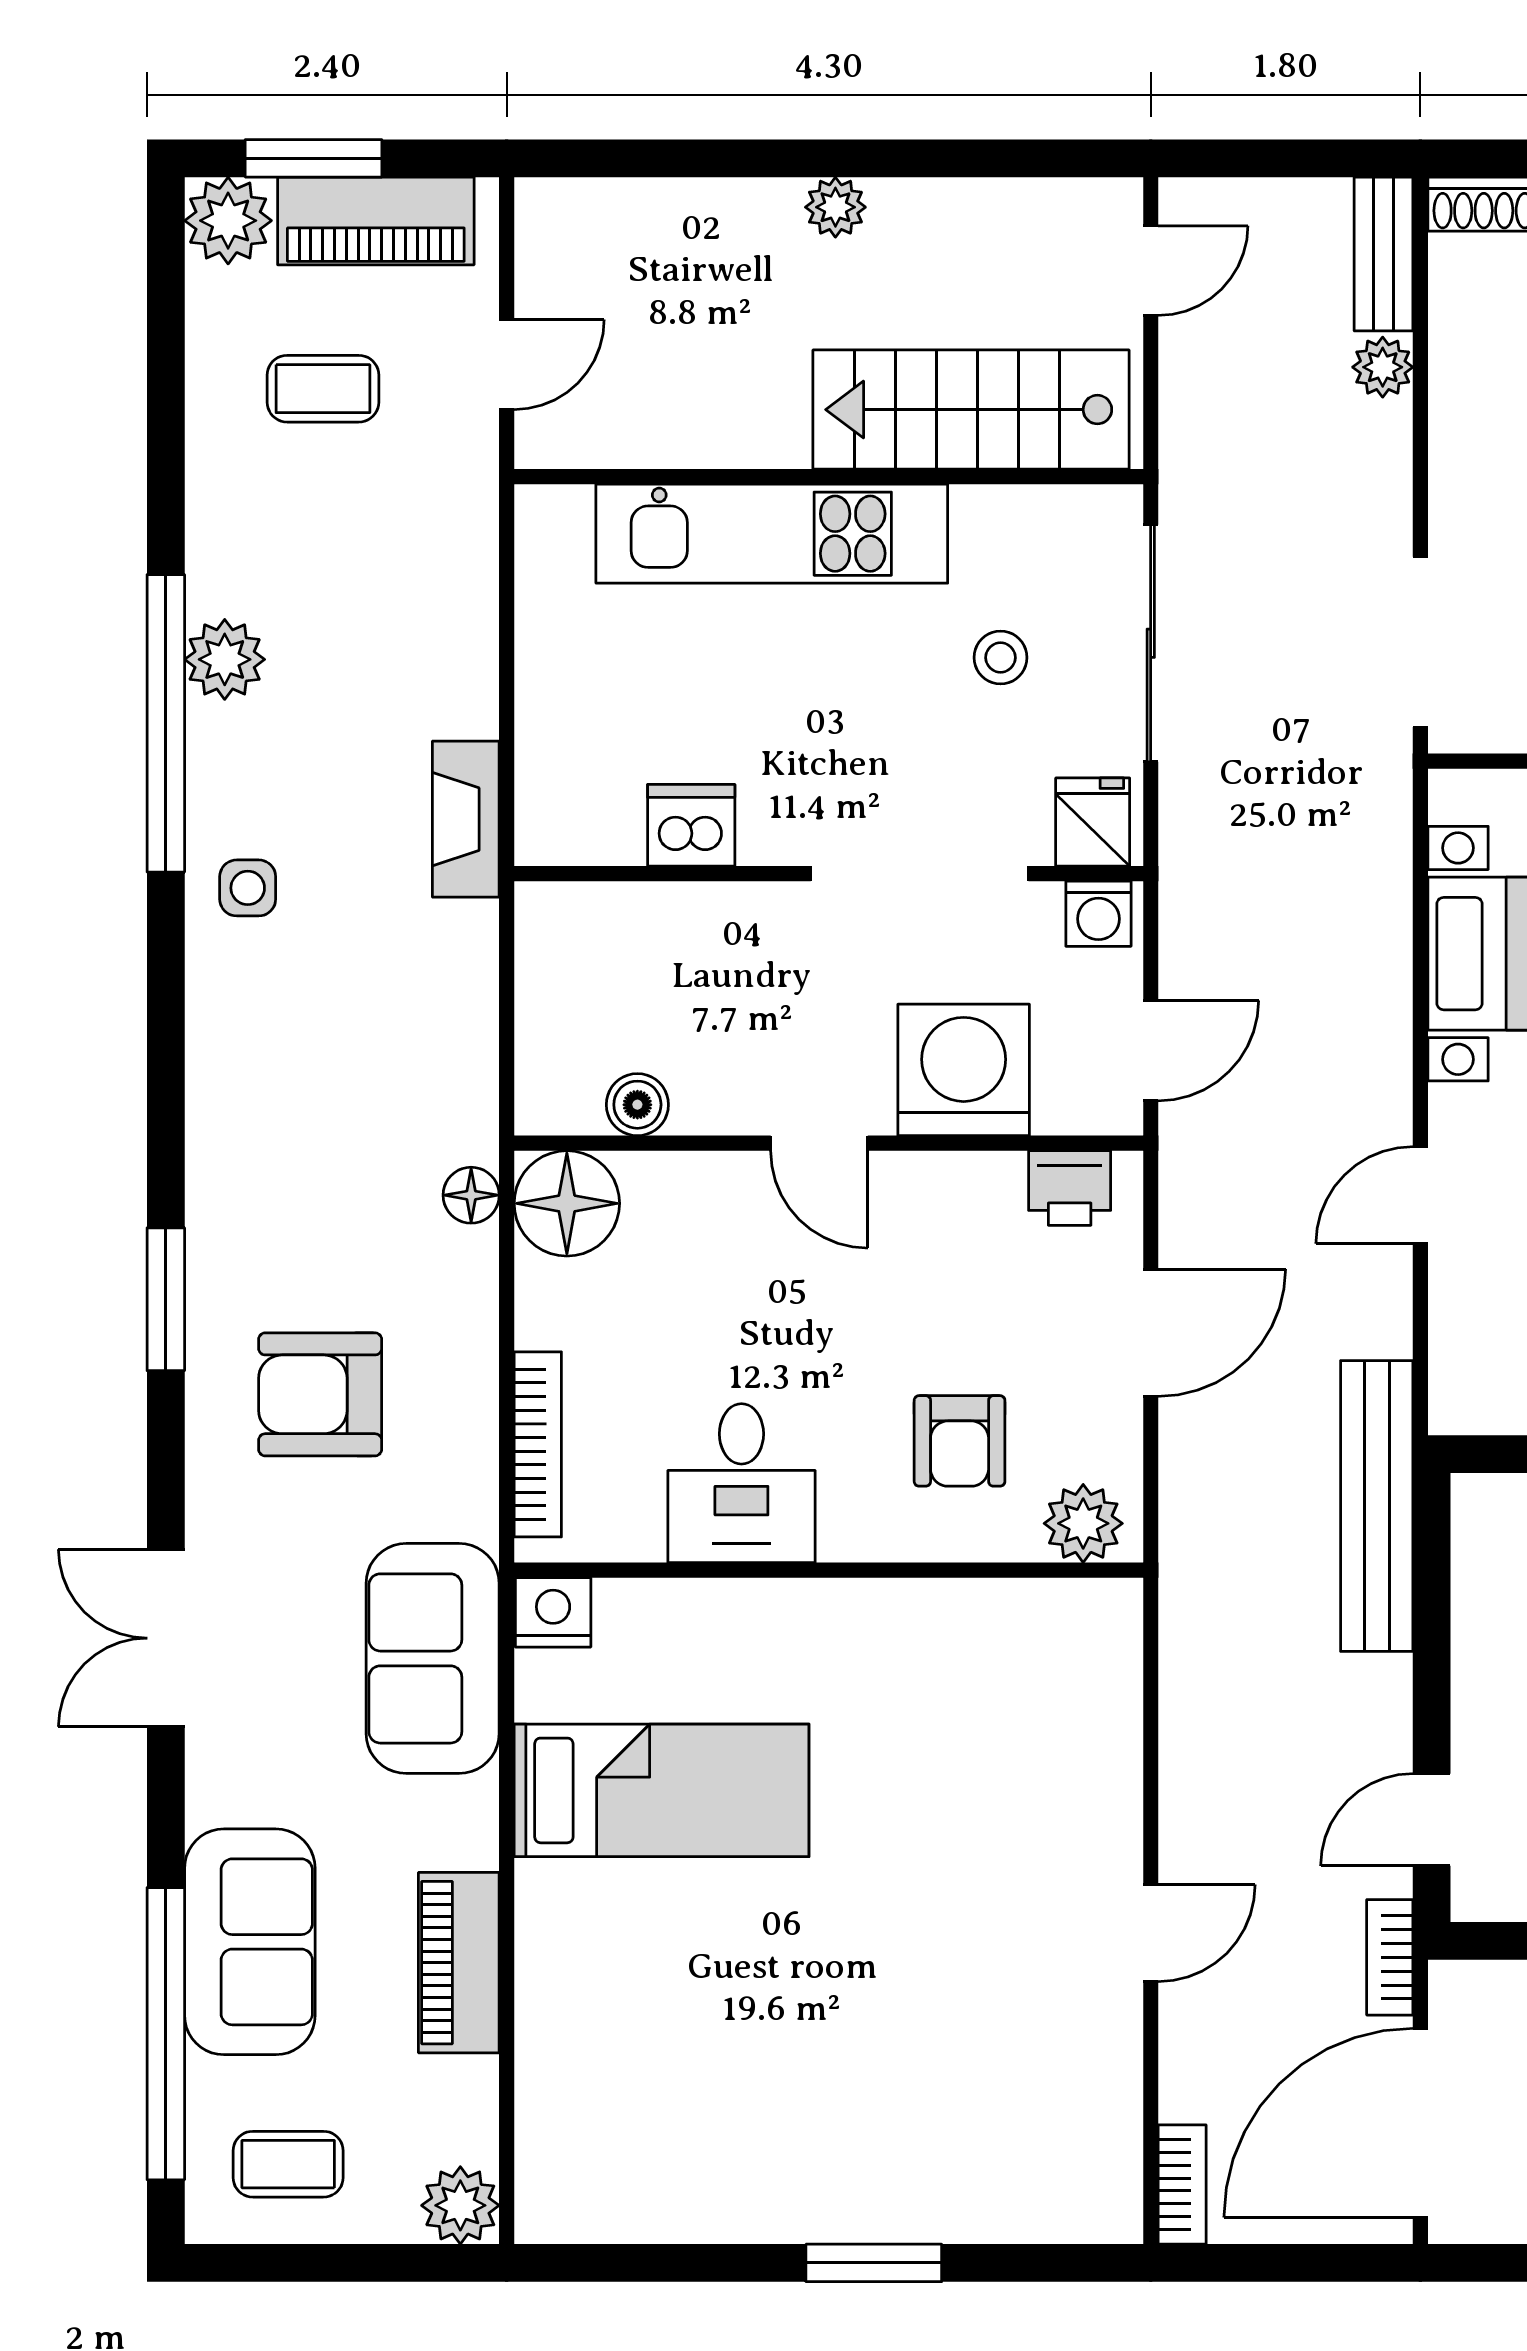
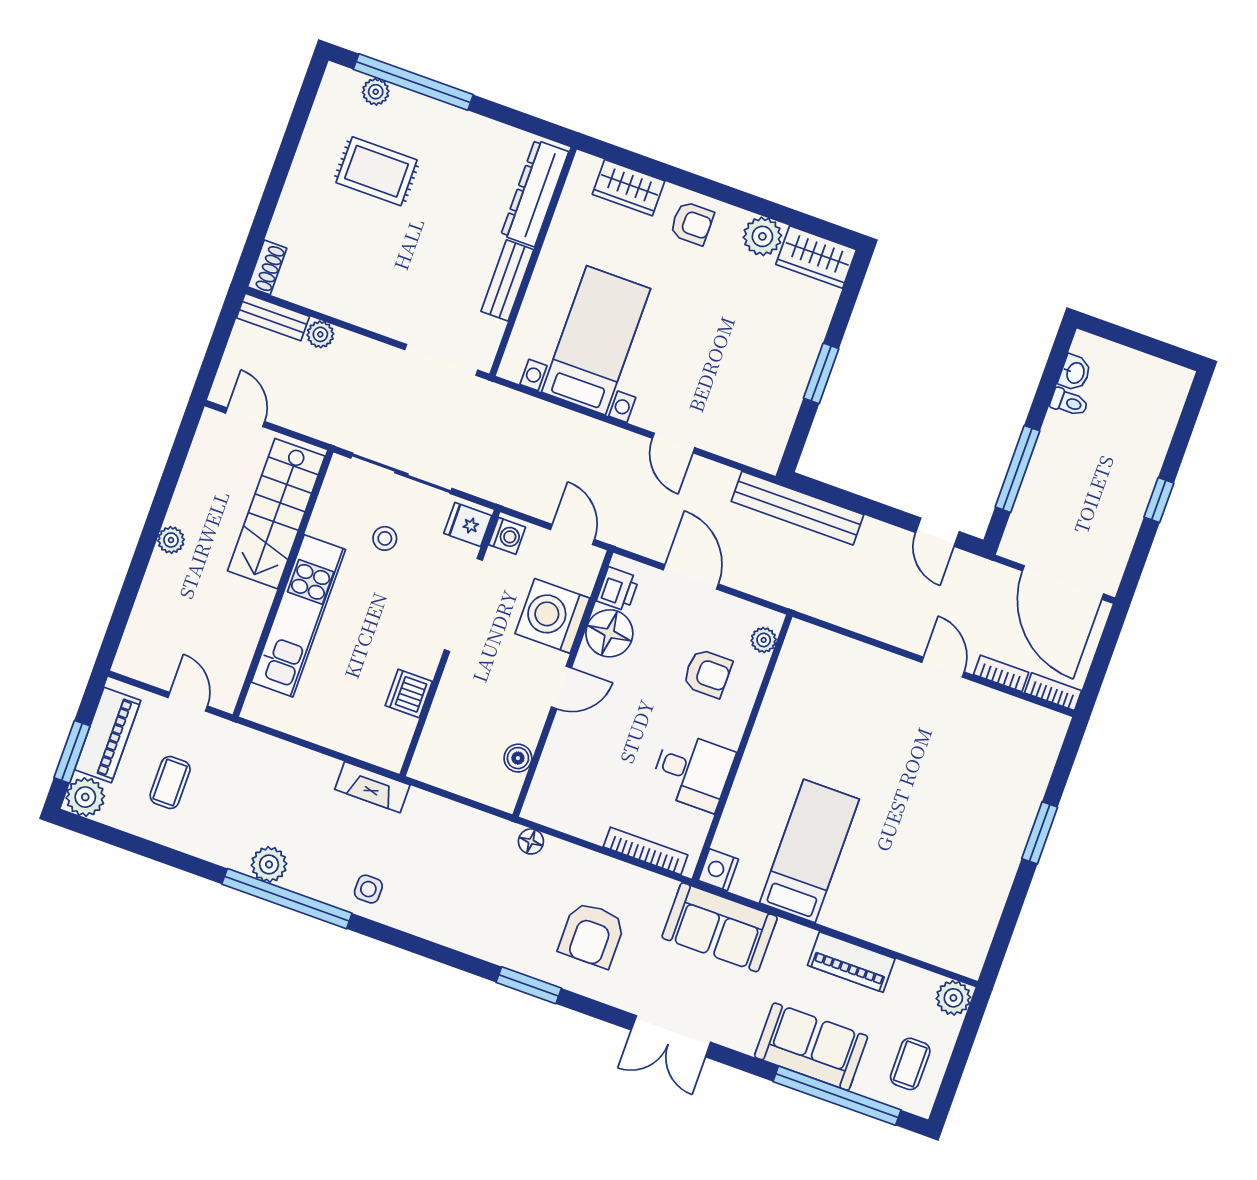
floor lamp: (567, 1203) -> (609, 633), moved
plant: (1083, 1523) -> (764, 640), width x0.73, depth x0.73
bookcase: (1390, 1957) -> (1001, 673), moved, turned 180

